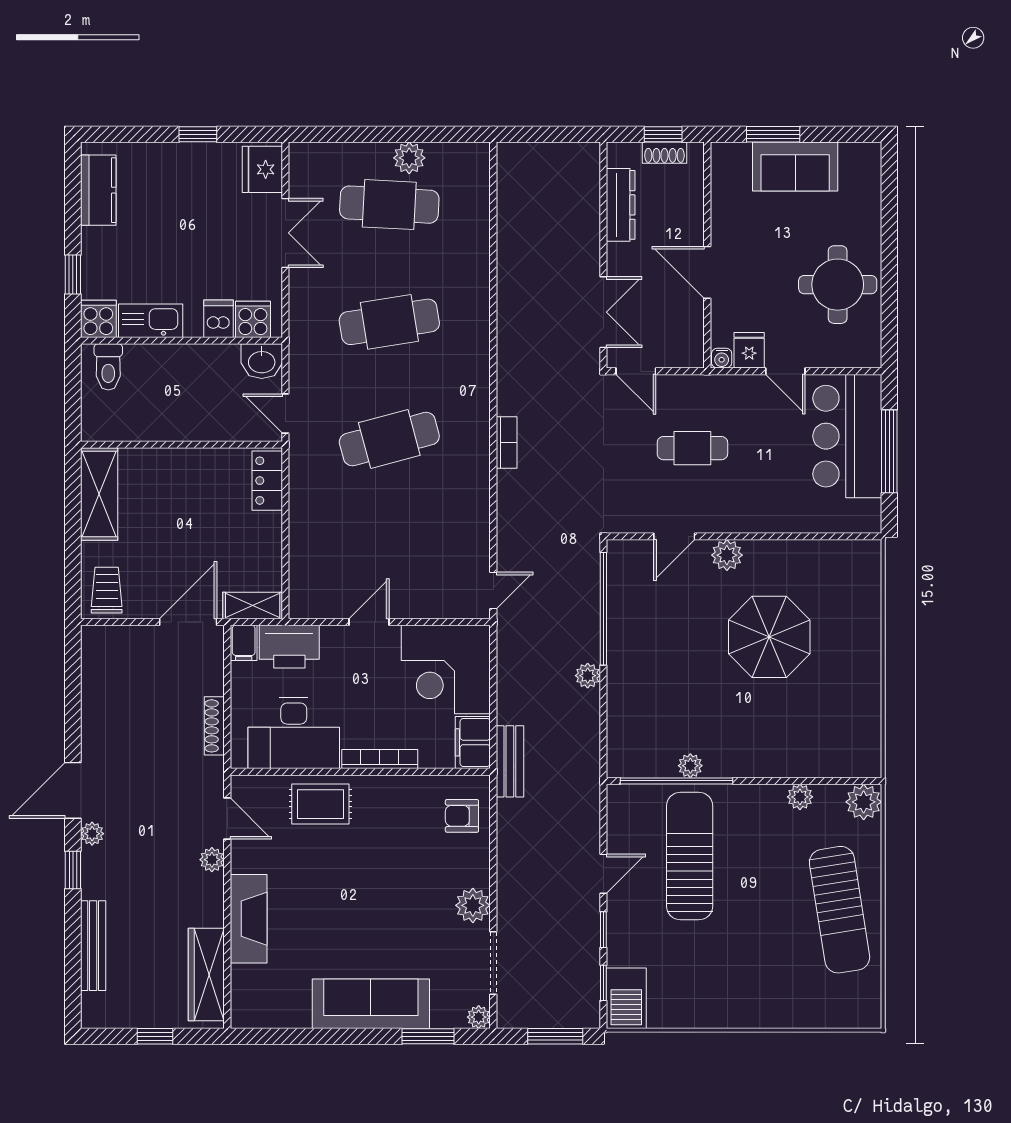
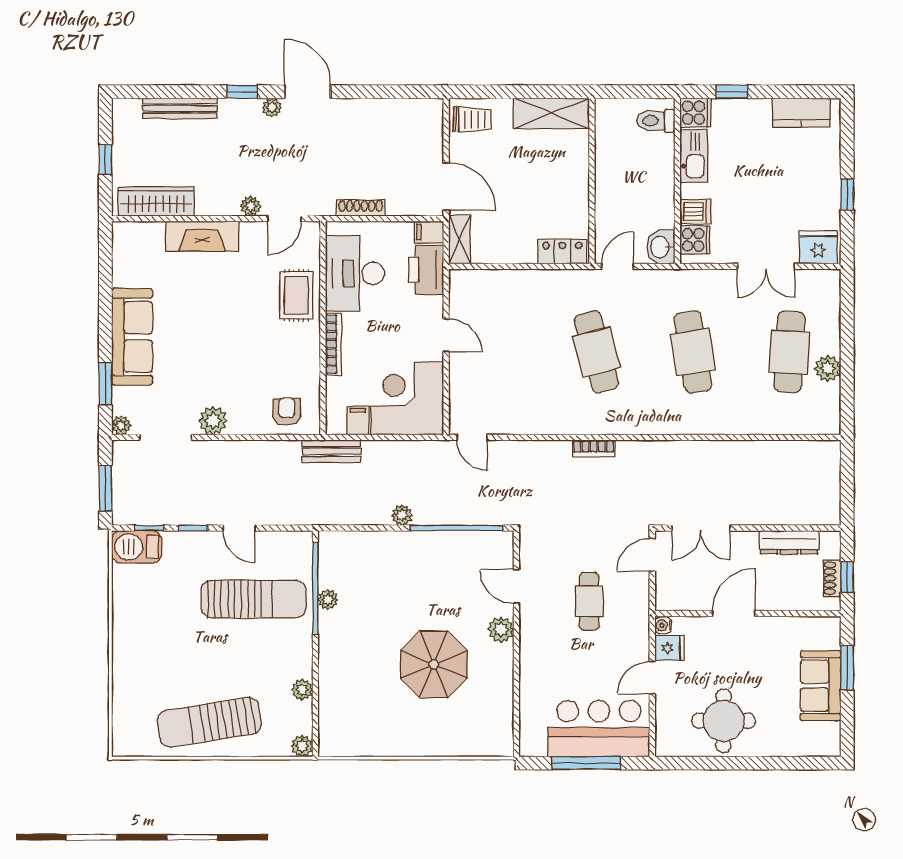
filing cabinet: (473, 742) -> (358, 421), width x0.50
plant: (864, 802) -> (302, 746), width x0.73, depth x0.73

